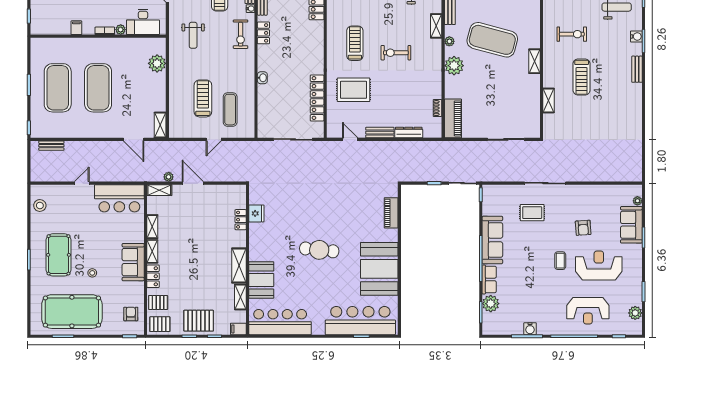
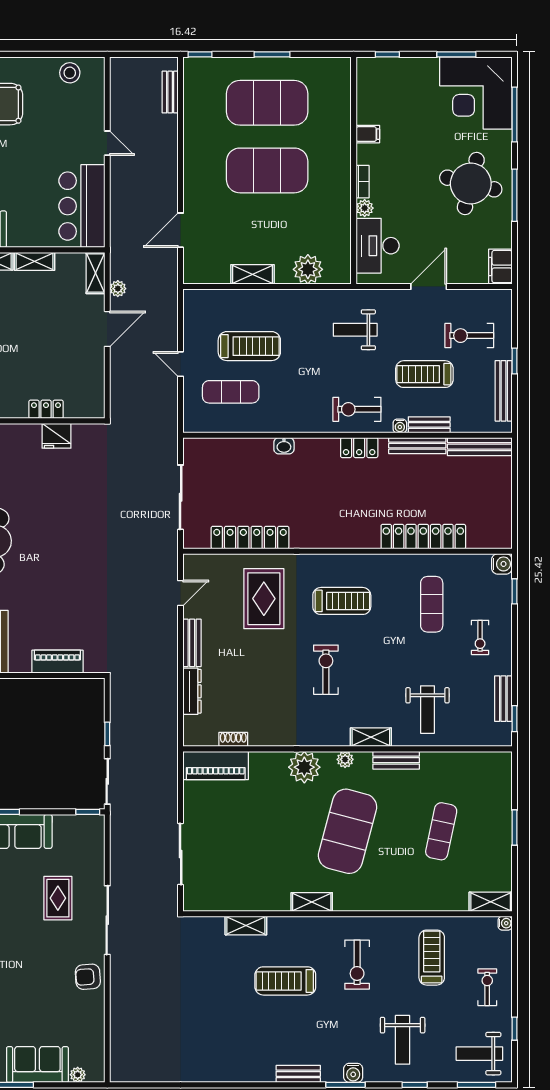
shelving: (160, 125) -> (253, 274), moved
armchair: (583, 228) -> (88, 977), moved

